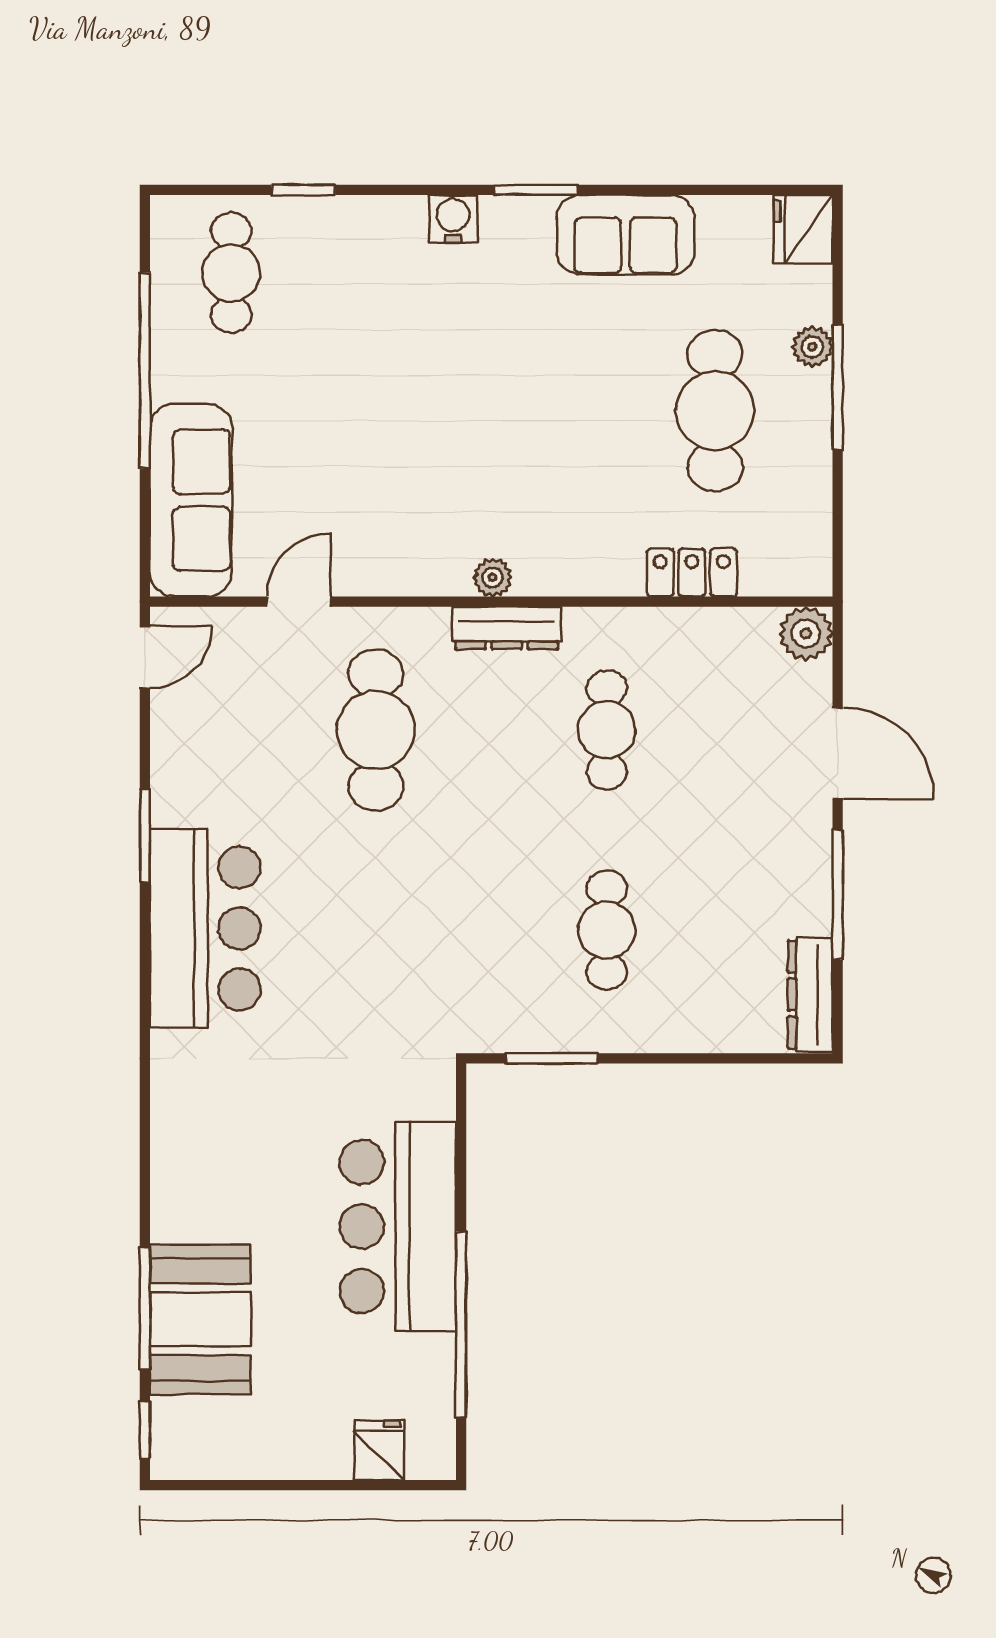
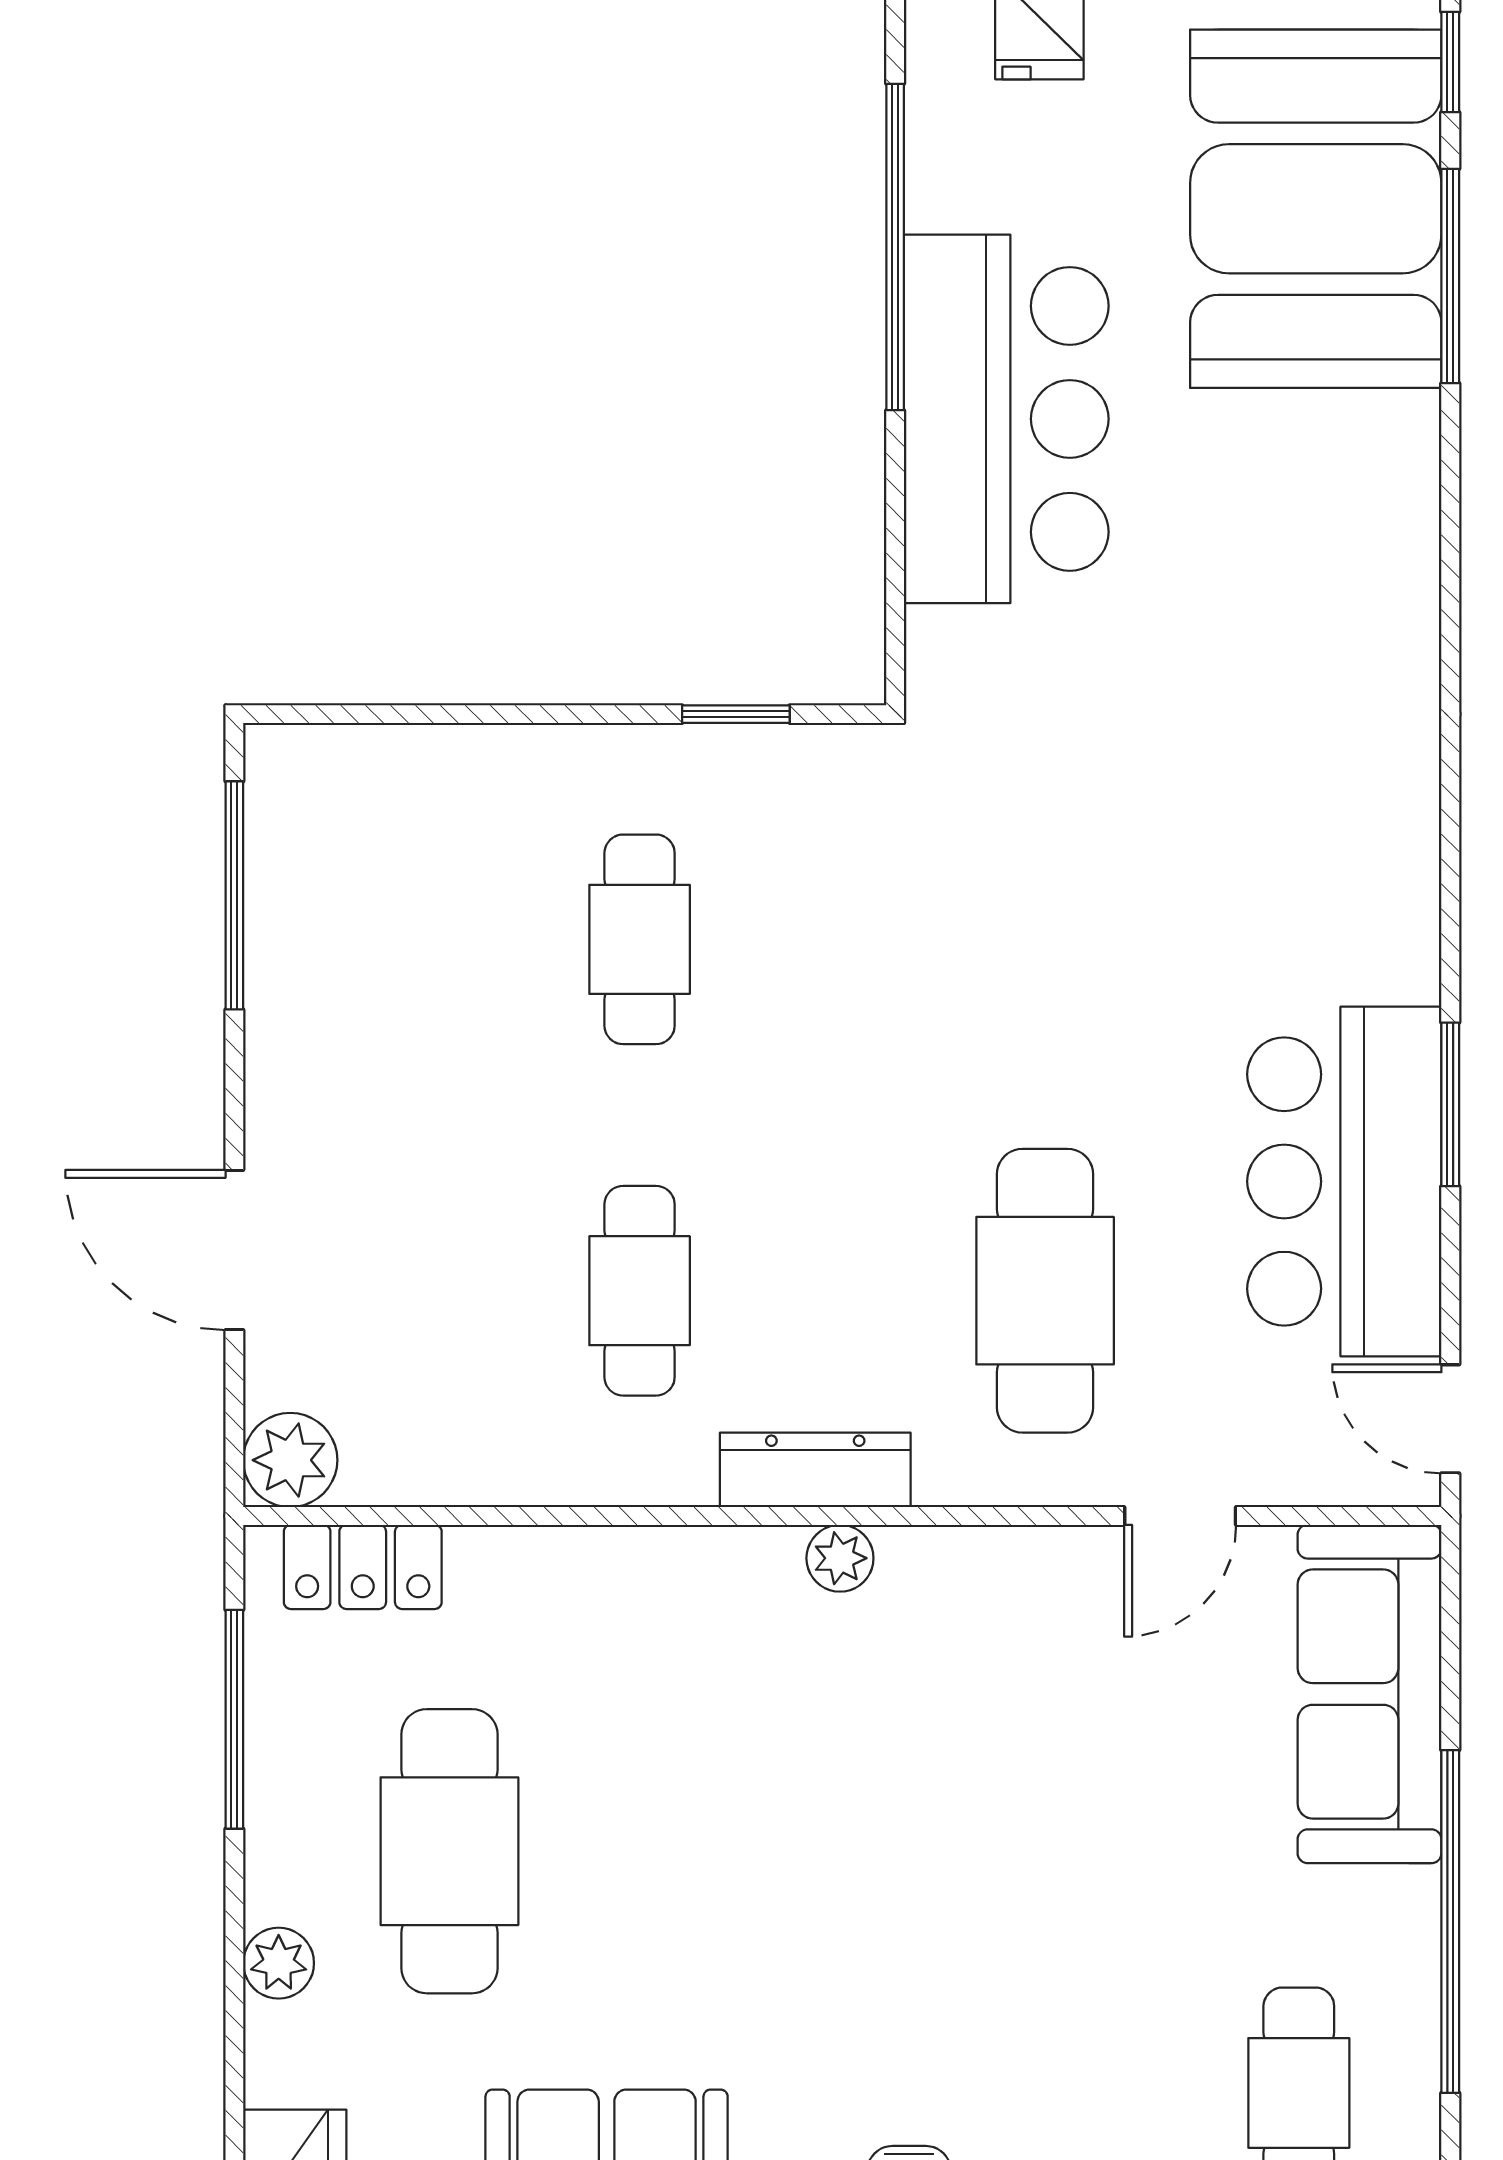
window: (838, 387) -> (234, 1719), moved
locker: (692, 573) -> (363, 1567), moved
door: (145, 657) -> (1450, 1419), hinge flipped
window: (838, 895) -> (234, 895), moved
bar counter: (205, 928) -> (1344, 1181), moved
dresser: (810, 995) -> (282, 826), removed
window: (552, 1058) -> (736, 714), width x0.67
booth: (200, 1319) -> (1316, 209), width x1.36, depth x1.42

